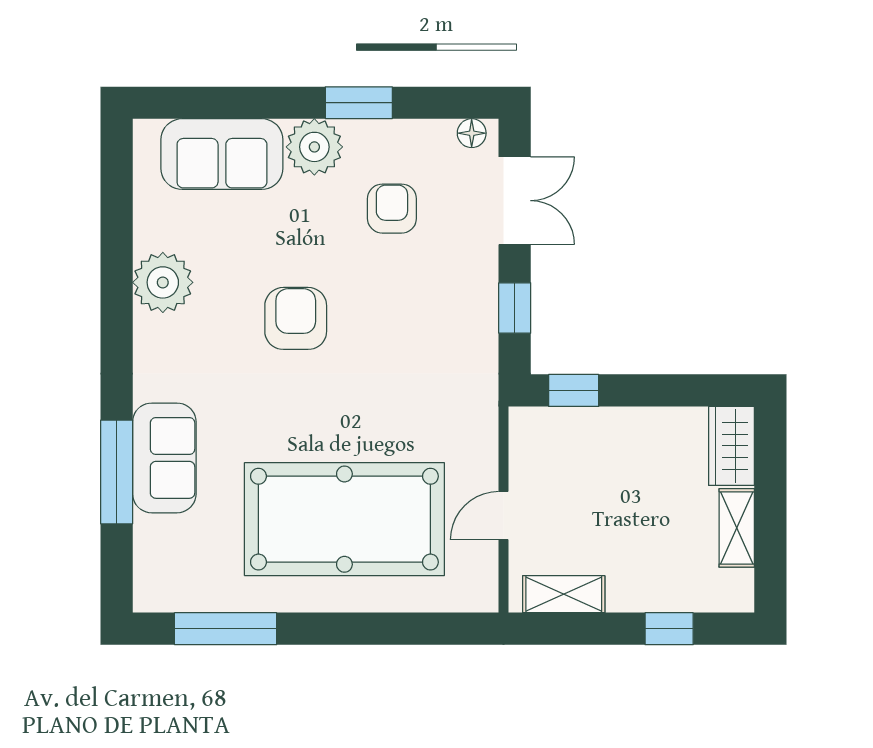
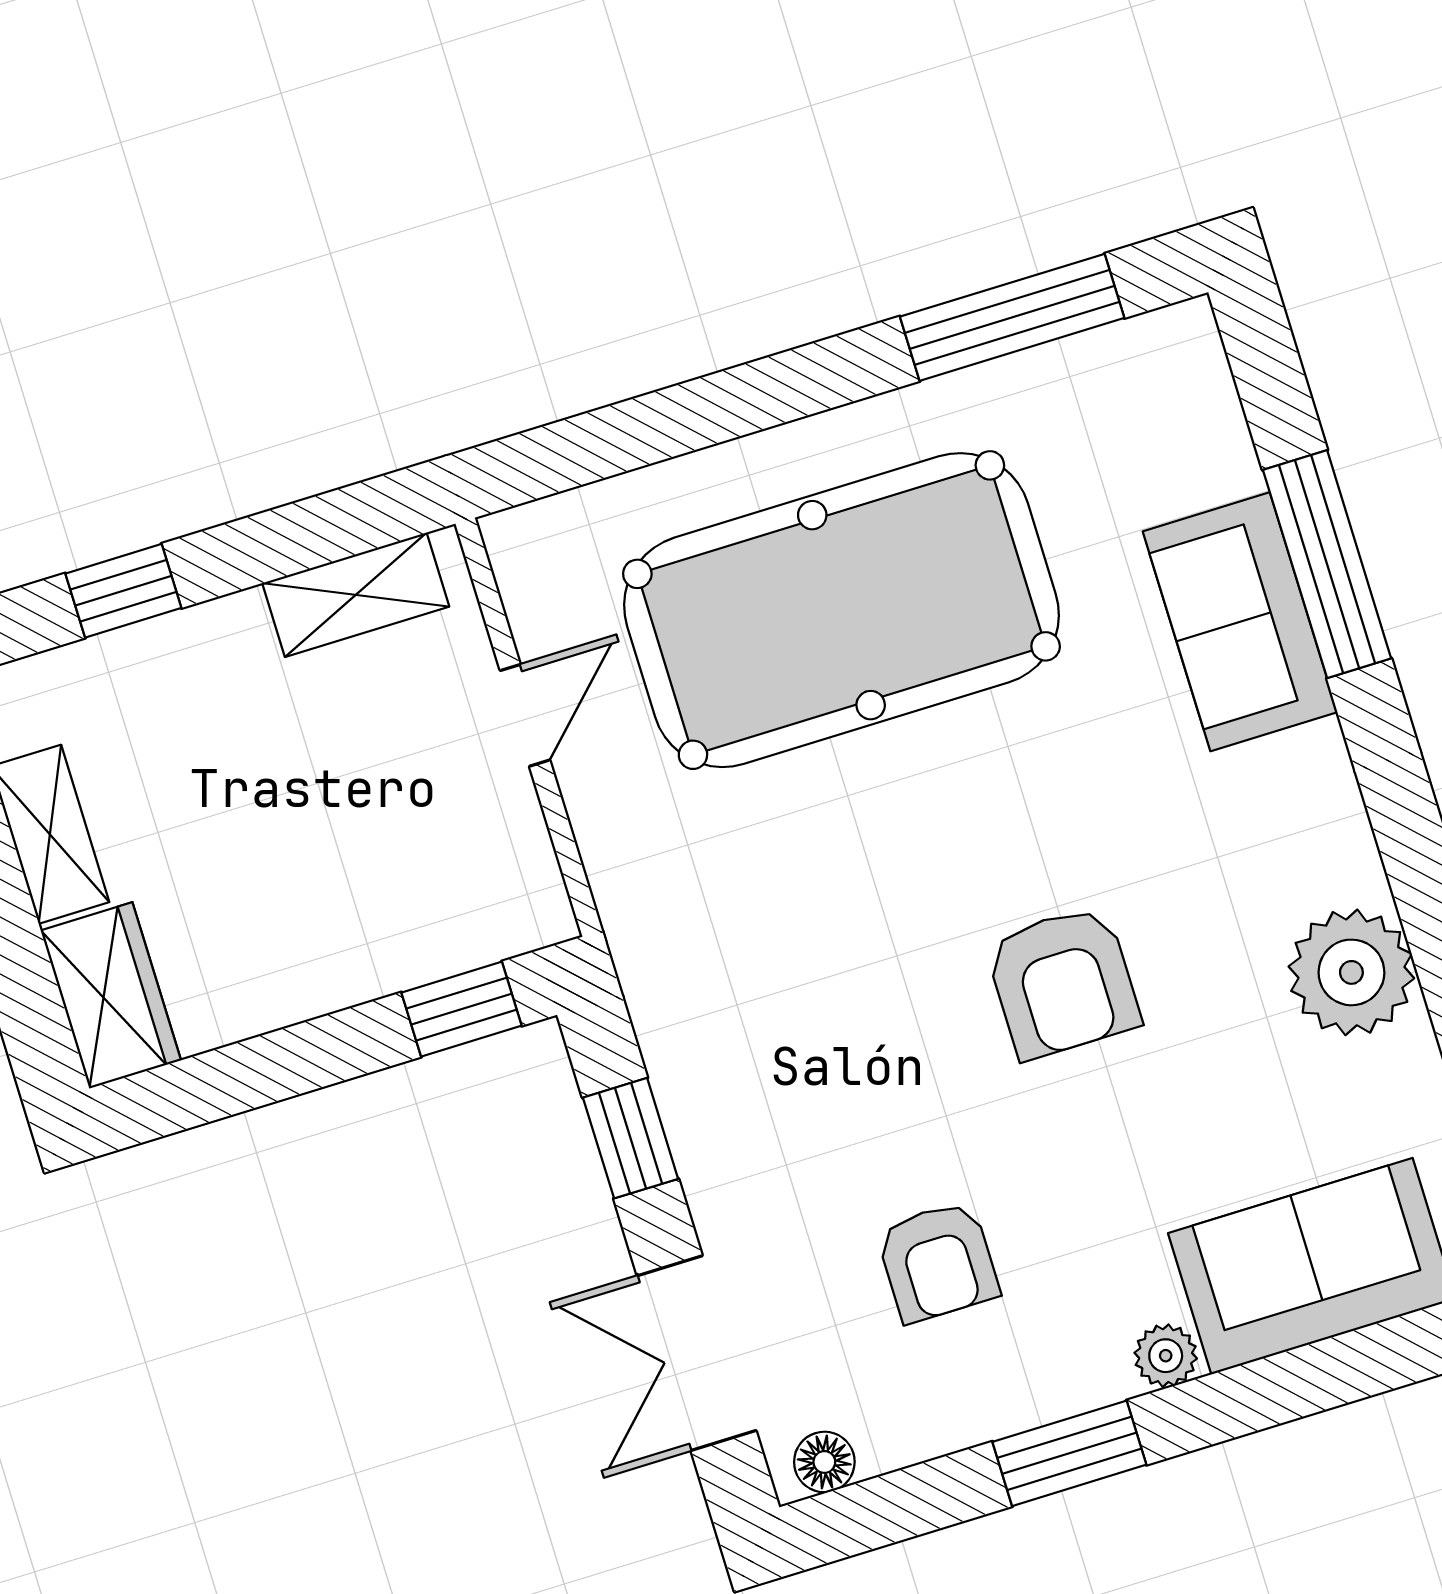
plant: (314, 147) -> (1166, 1356), width x0.53, depth x0.53

